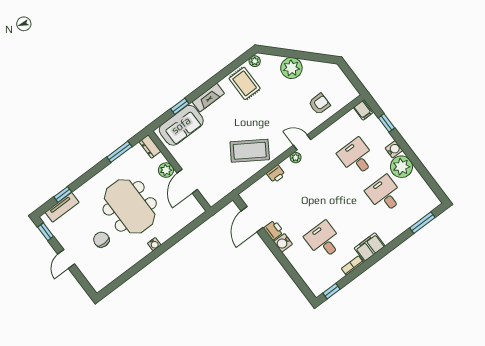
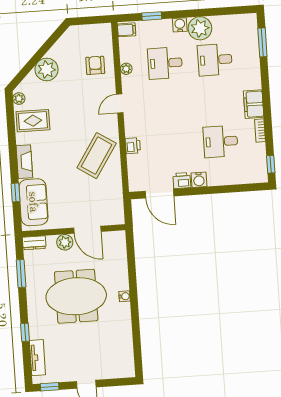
plant: (296, 158) -> (126, 69), moved
window: (63, 194) -> (25, 332), moved
chair: (101, 240) -> (89, 341), removed

